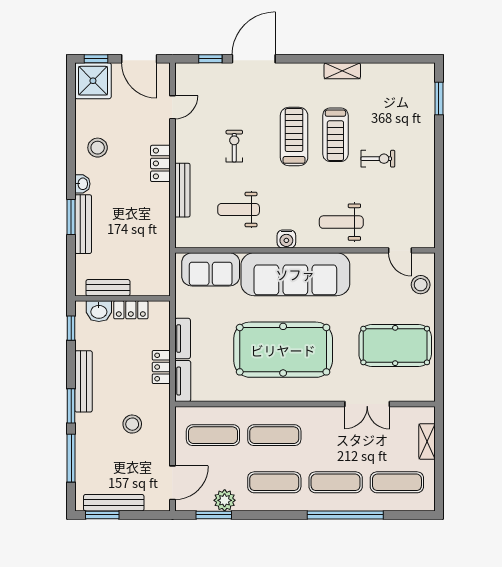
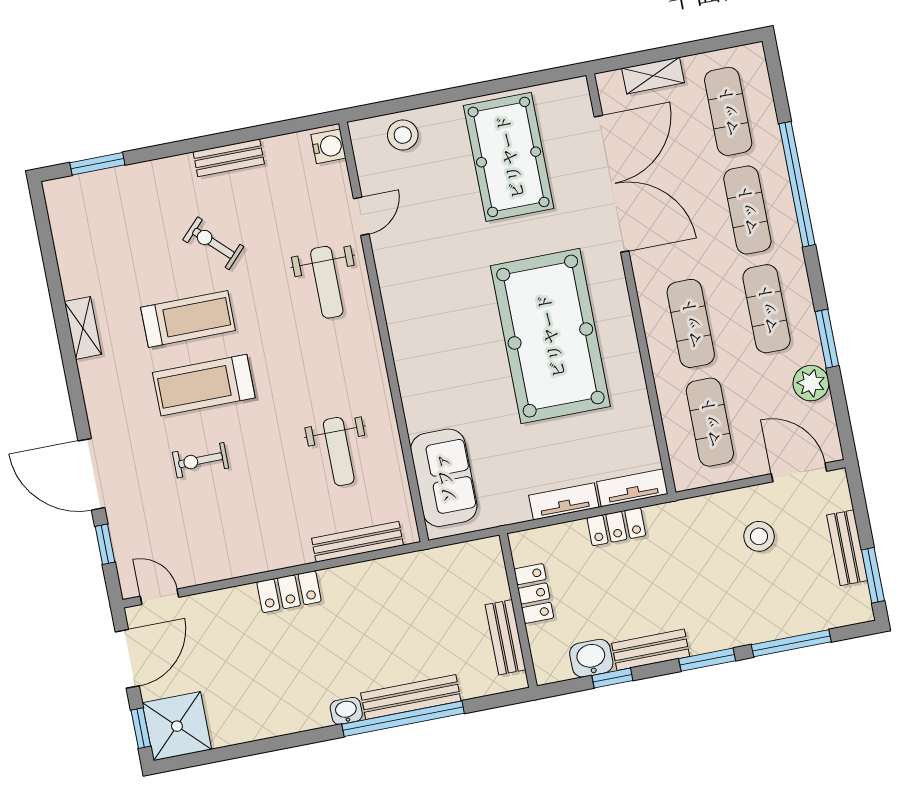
door: (172, 107) -> (160, 597), moved
exercise bike: (234, 146) -> (201, 460), moved
stool: (98, 148) -> (283, 698), removed
exercise bike: (378, 159) -> (213, 243), turned -46
bench: (427, 178) -> (229, 158), added
bench: (182, 190) -> (357, 542), moved
window: (71, 217) -> (403, 719), width x2.11
water cooler: (286, 239) -> (329, 146), moved
door: (400, 250) -> (361, 216), moved
sofa: (295, 274) -> (425, 340), removed
washbasin: (99, 311) -> (591, 658), moved, turned -90
window: (71, 328) -> (612, 678), moved
bench: (84, 381) -> (651, 650), width x0.73
double door: (367, 404) -> (612, 184), width x1.87
stool: (132, 424) -> (759, 536), moved
bench: (114, 503) -> (847, 548), width x0.73
window: (214, 515) -> (827, 339), moved

